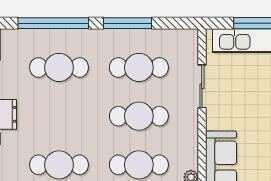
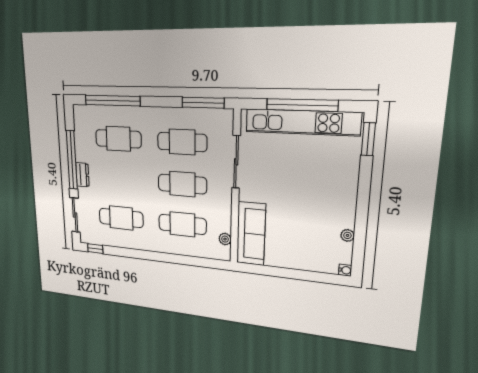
window: (127, 23) -> (203, 103), moved
sliding door: (202, 86) -> (236, 162), width x1.37

